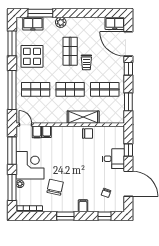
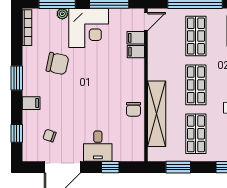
shelving: (83, 117) -> (157, 114), width x1.47

